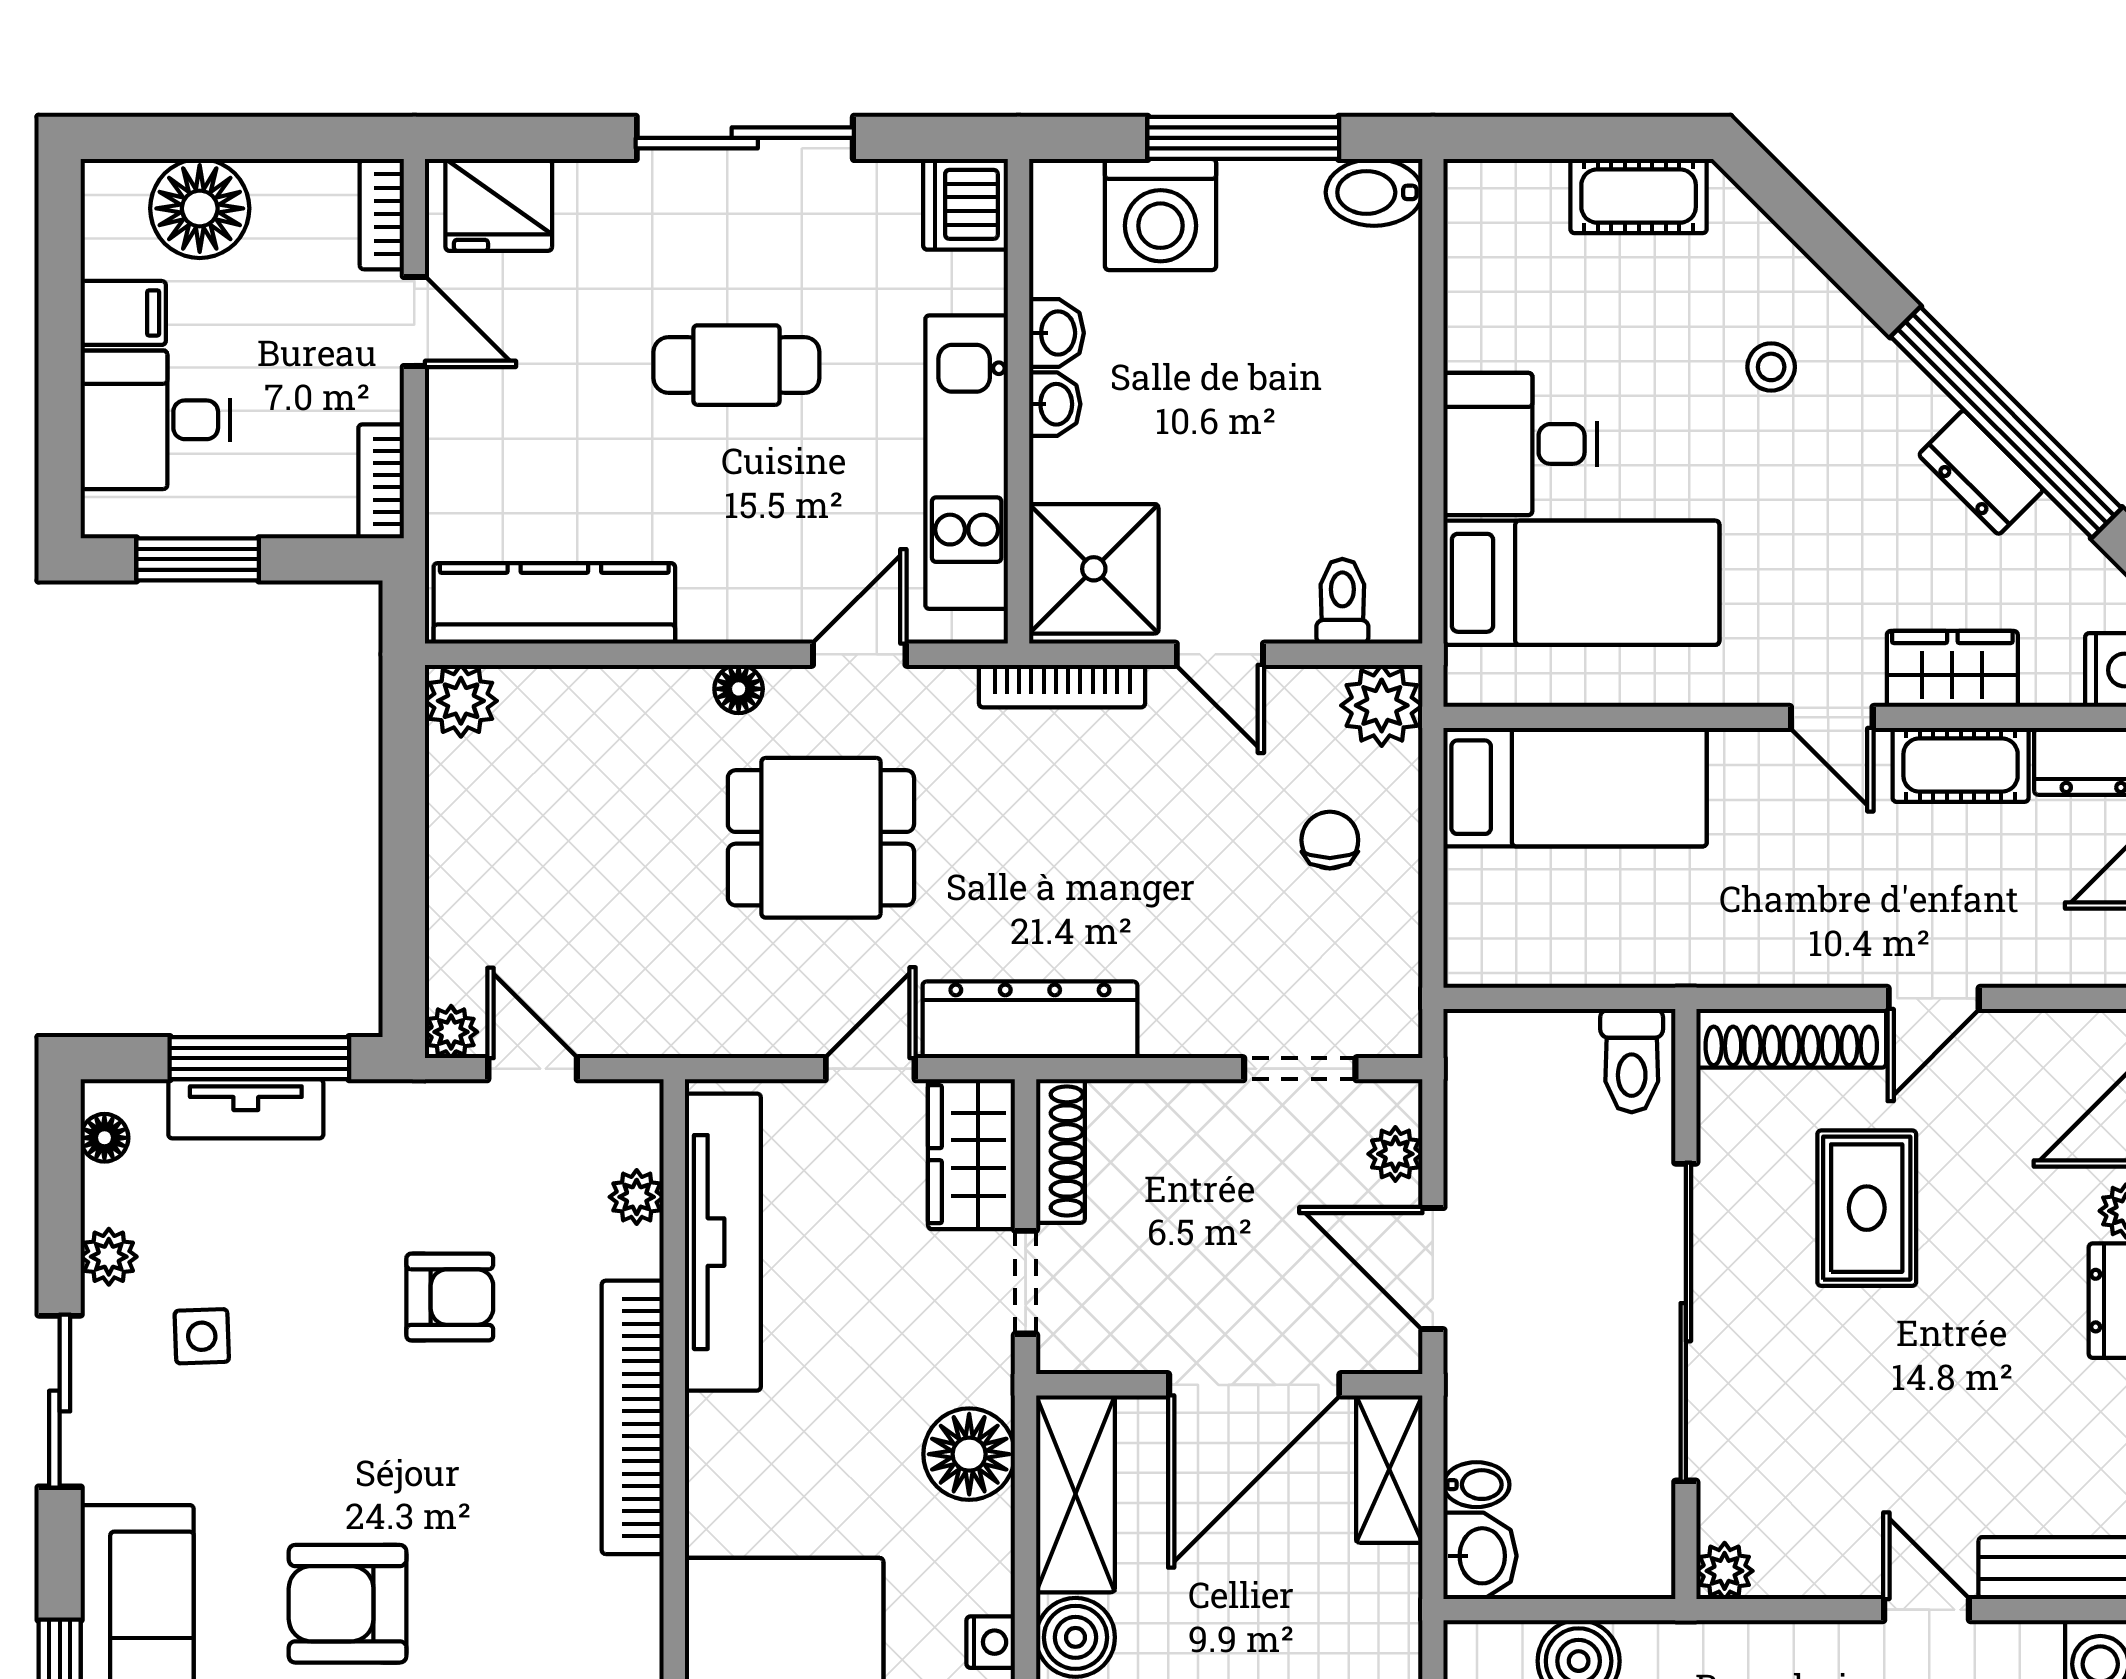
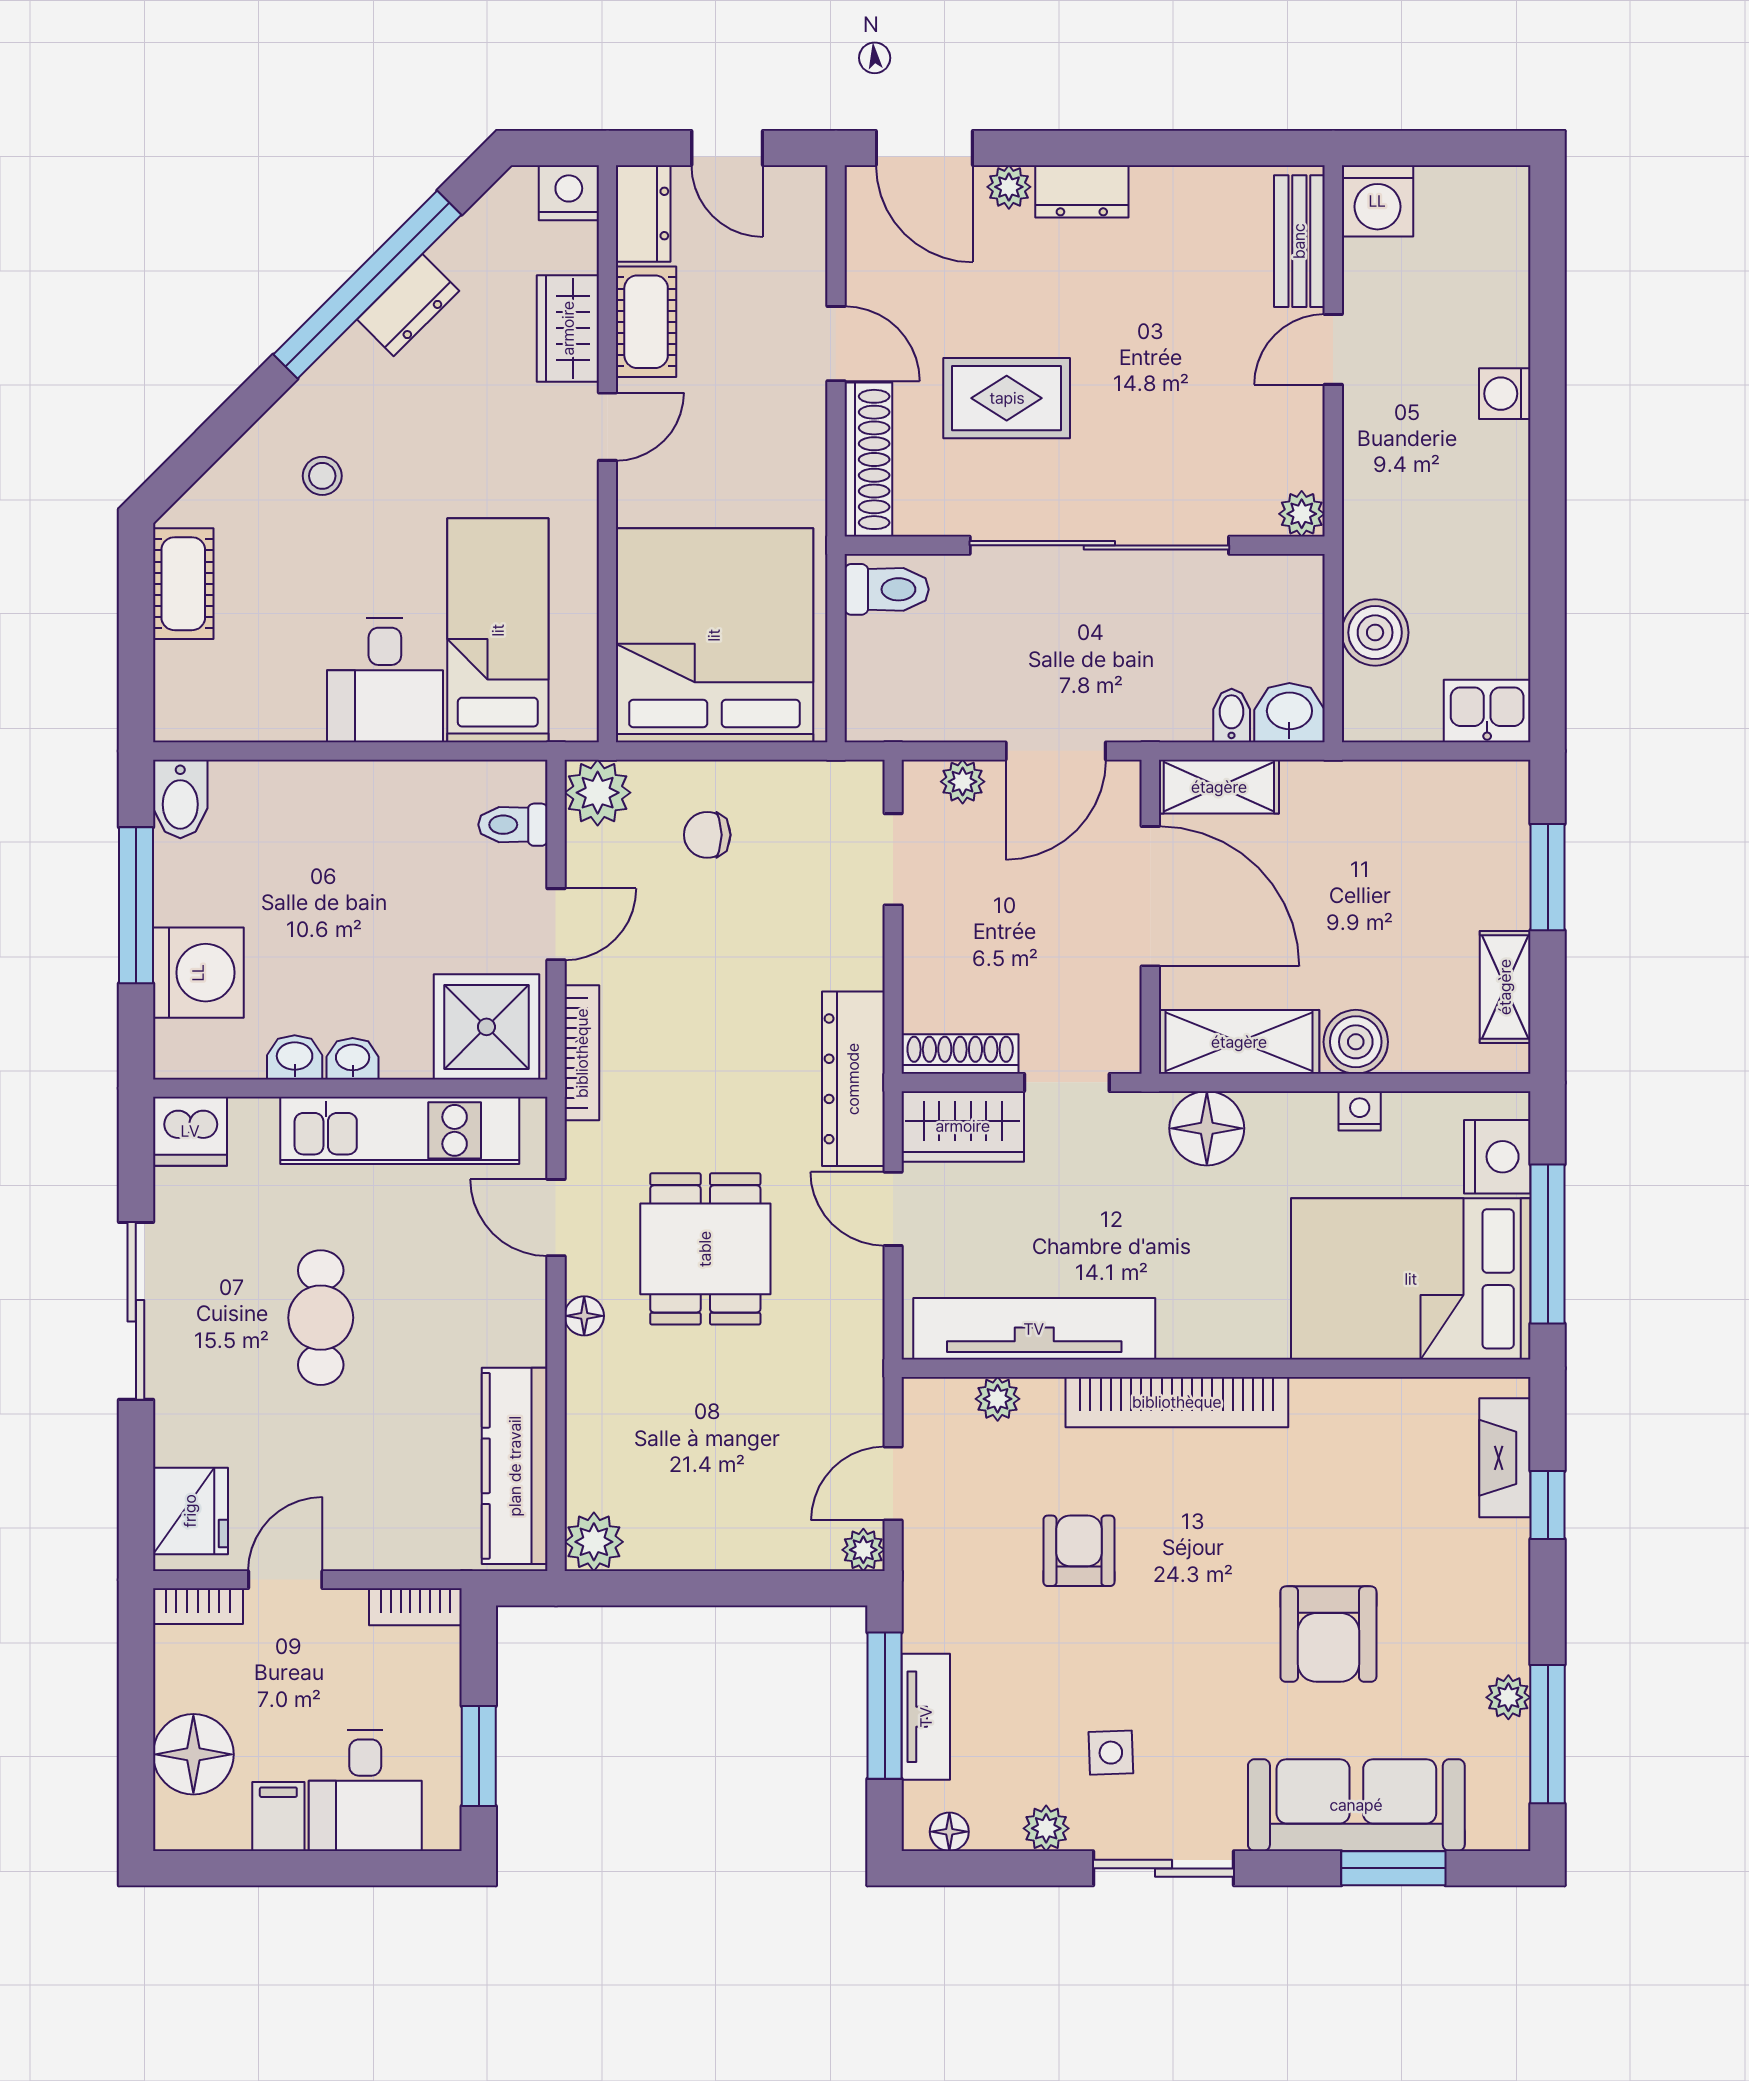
bed: (1575, 787) -> (714, 635), width x2.04

